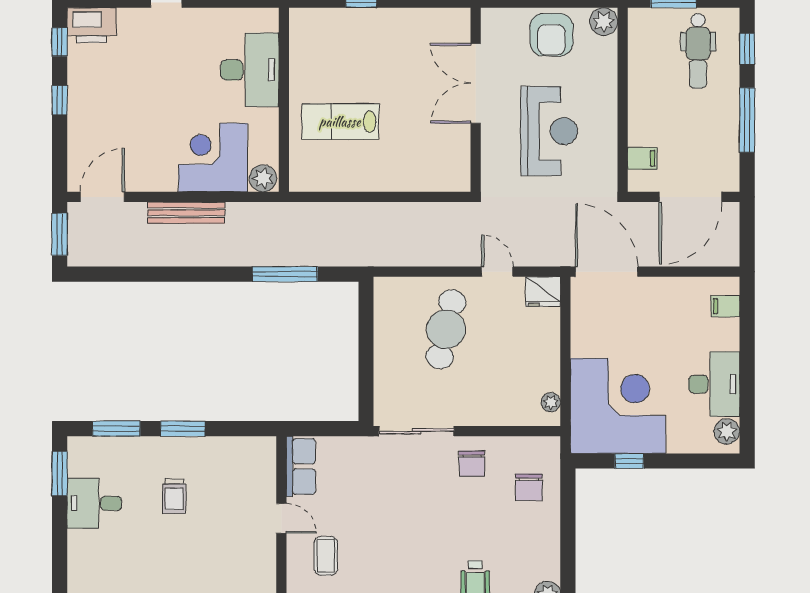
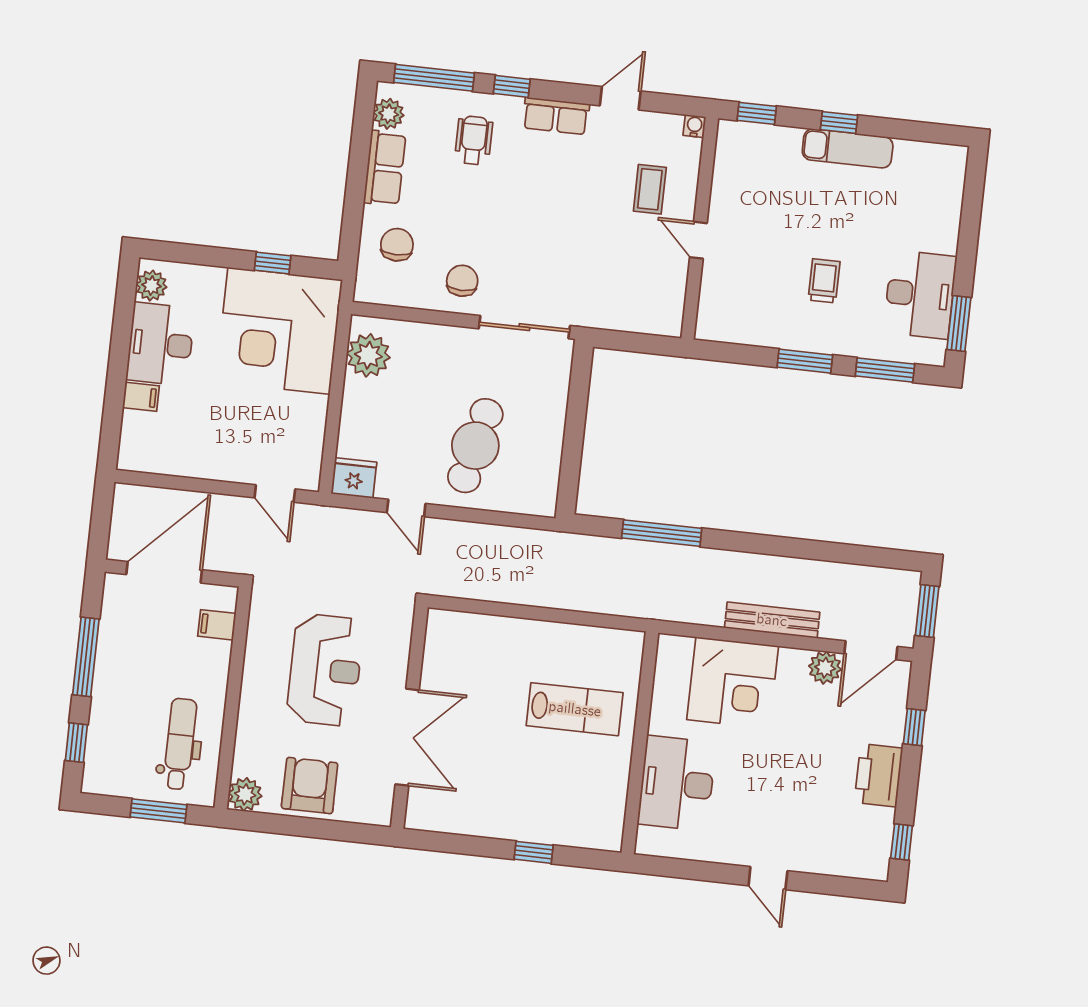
printer: (92, 25) -> (878, 775), moved, turned -90
dental chair: (698, 51) -> (180, 744), moved
window: (60, 100) -> (914, 727), moved
reception desk: (549, 131) -> (325, 670), turned 180
plant: (263, 178) -> (825, 668), moved
door: (607, 272) -> (275, 493), width x0.53
filing cabinet: (725, 306) -> (141, 397), moved
plant: (551, 402) -> (368, 355), width x1.88, depth x1.88
row of seats: (301, 466) -> (385, 168), moved, turned 180
desk: (94, 503) -> (920, 294), width x1.37

